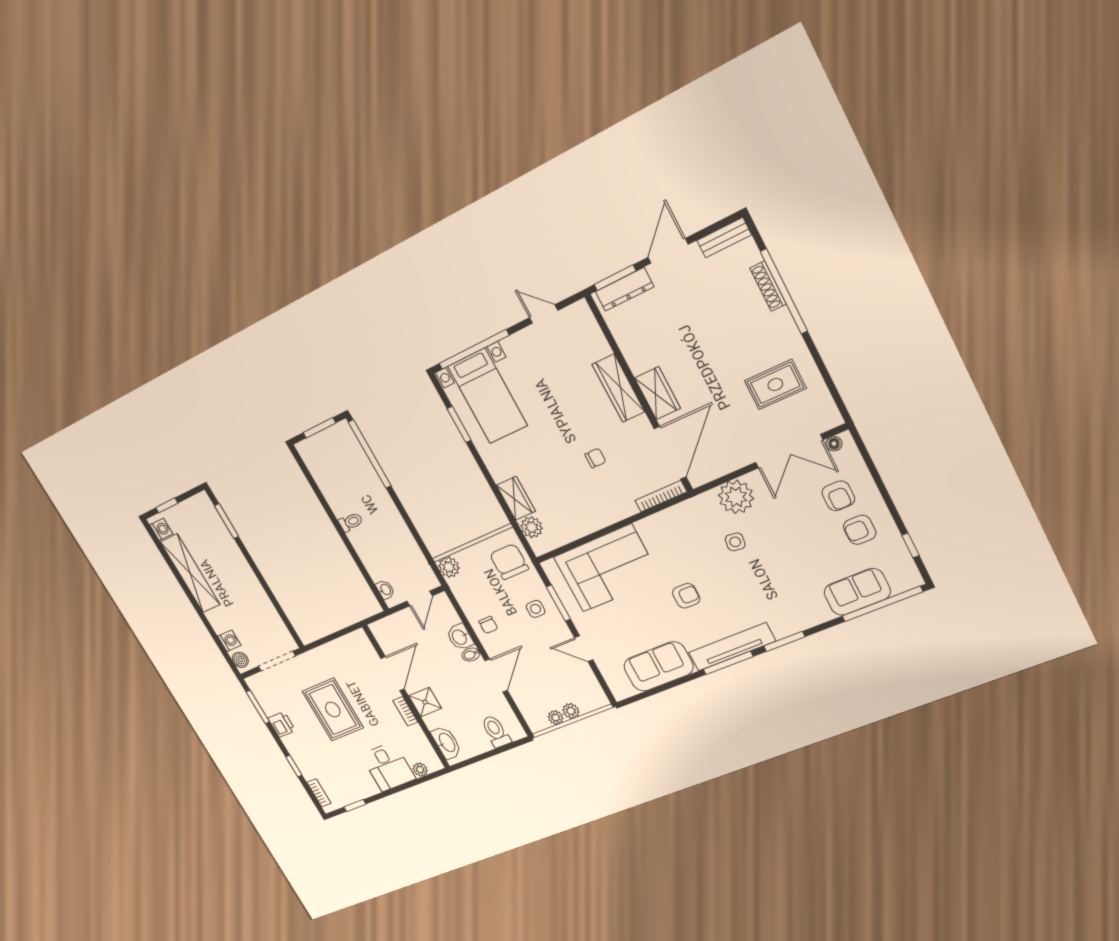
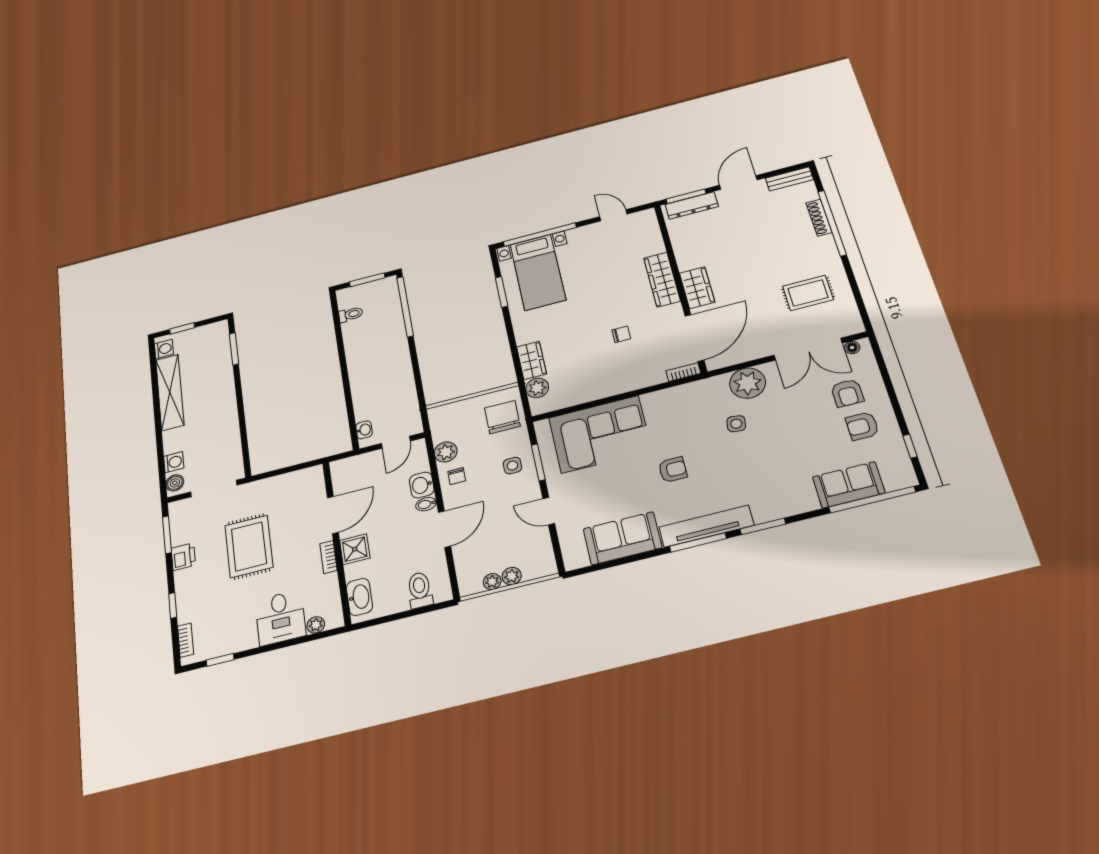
bookcase: (661, 496) -> (683, 372), width x0.64
toilet: (351, 522) -> (351, 314), moved
plant: (449, 567) -> (446, 452), moved

